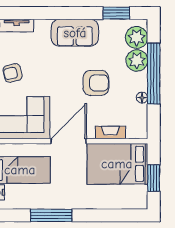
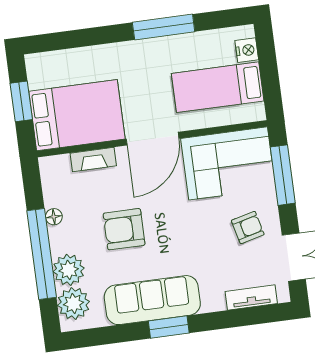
window: (116, 13) -> (169, 327), moved
sofa: (75, 33) -> (152, 300), width x1.36

